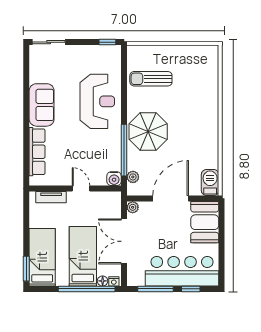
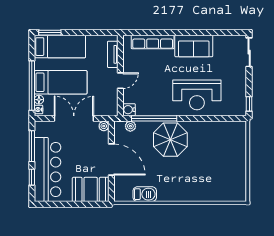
sun lounger: (151, 79) -> (217, 142), removed
barbecue: (210, 182) -> (145, 194), moved

